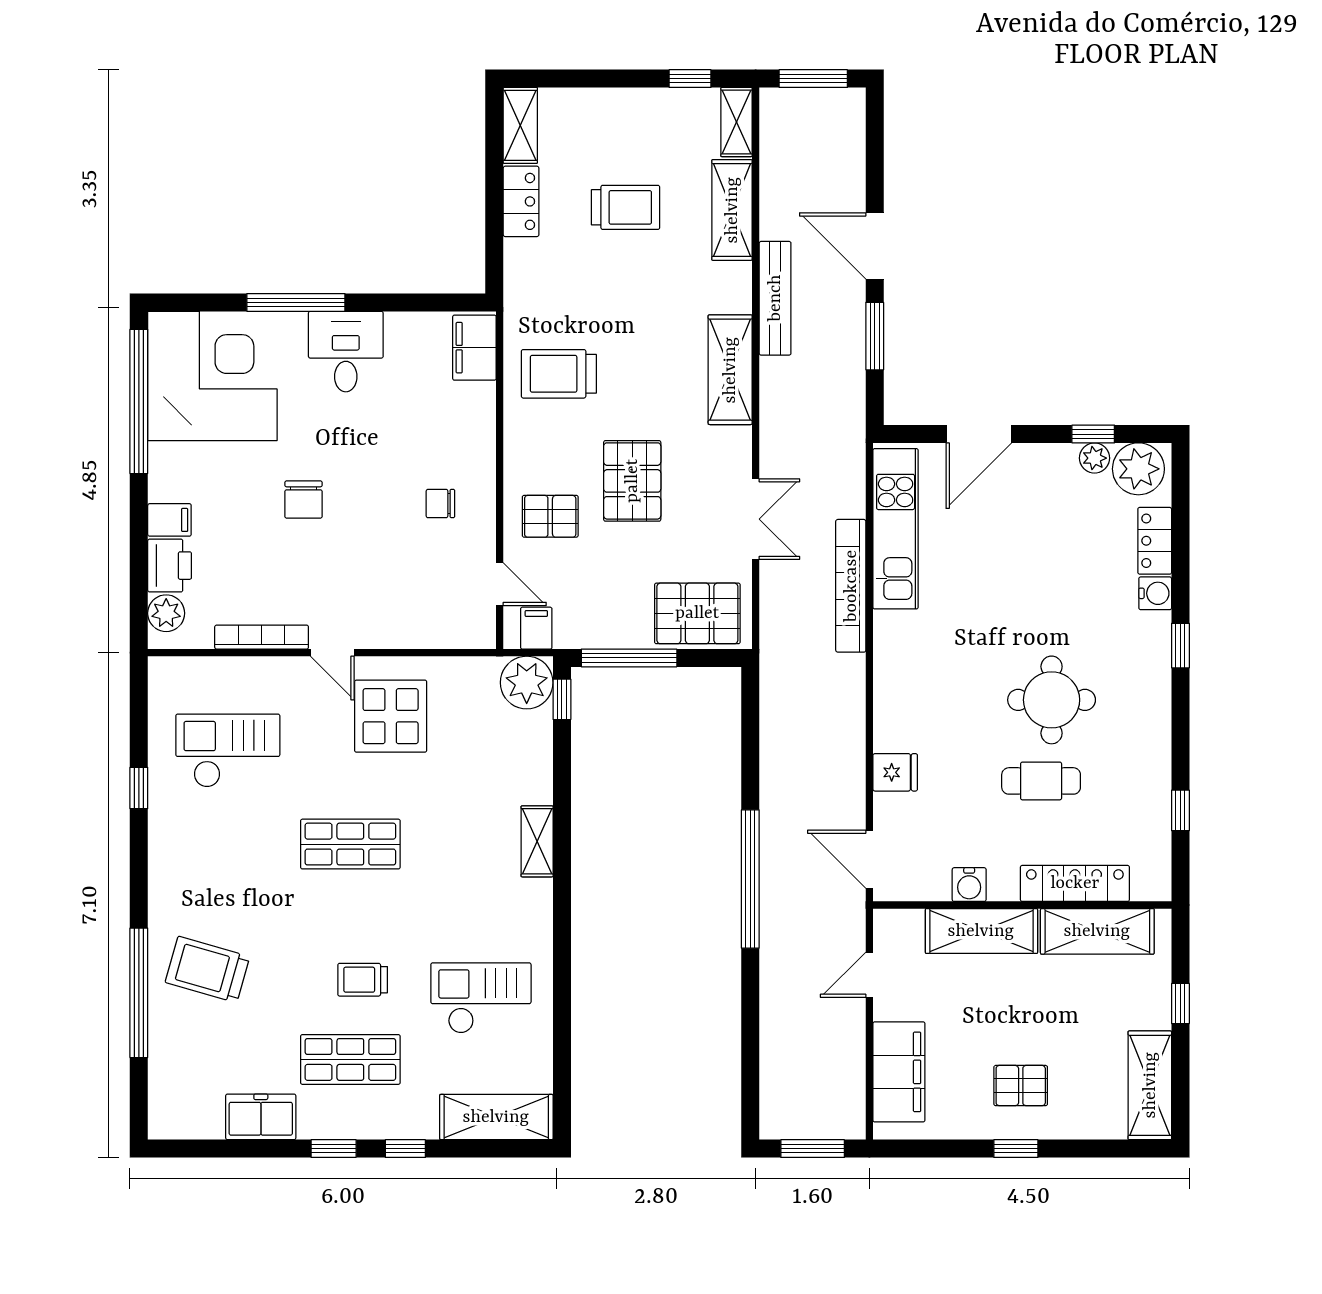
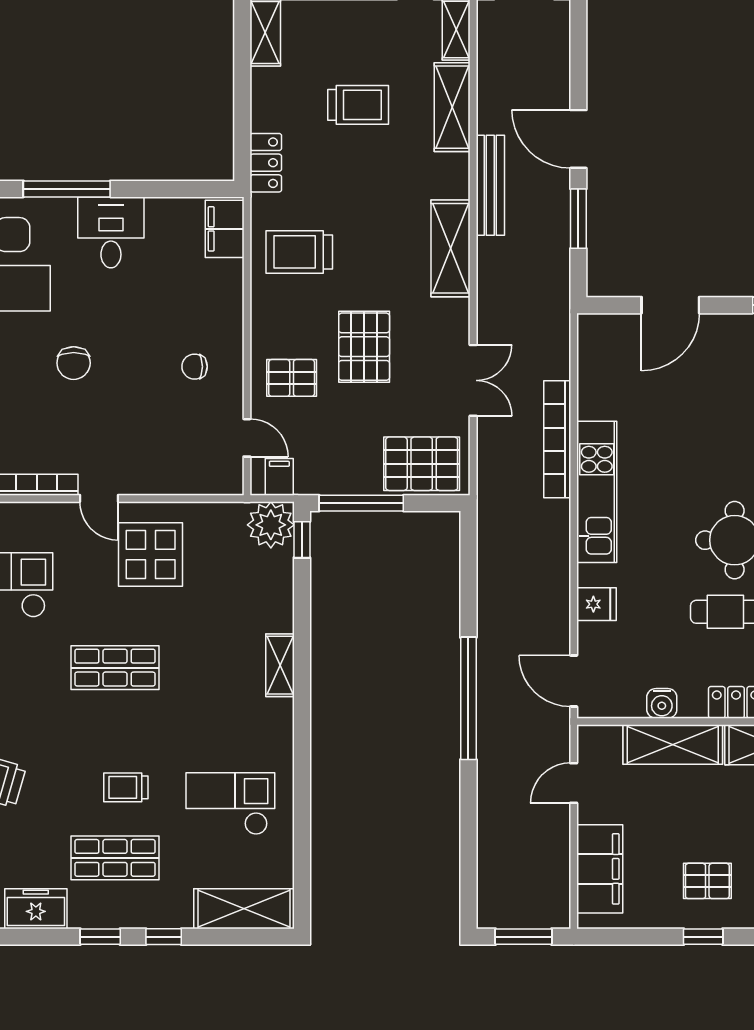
locker: (521, 201) -> (266, 163), moved
kitchen unit: (896, 529) -> (597, 492), moved

